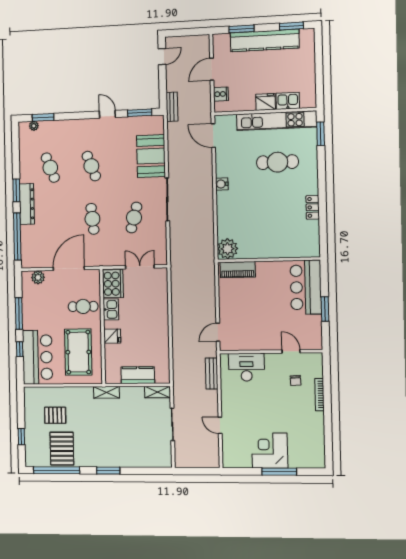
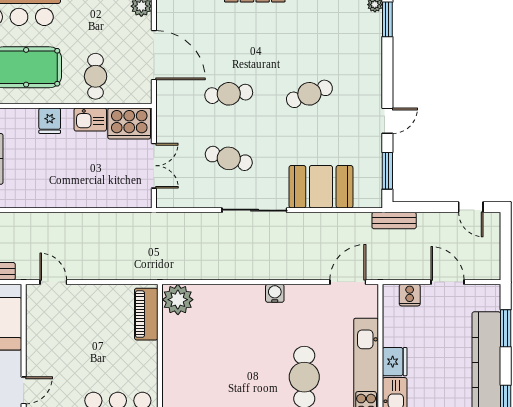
cafe table: (50, 168) -> (309, 29), removed

